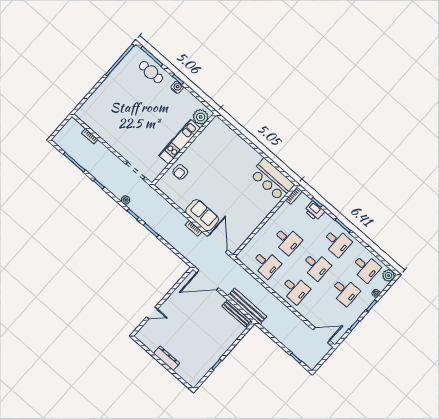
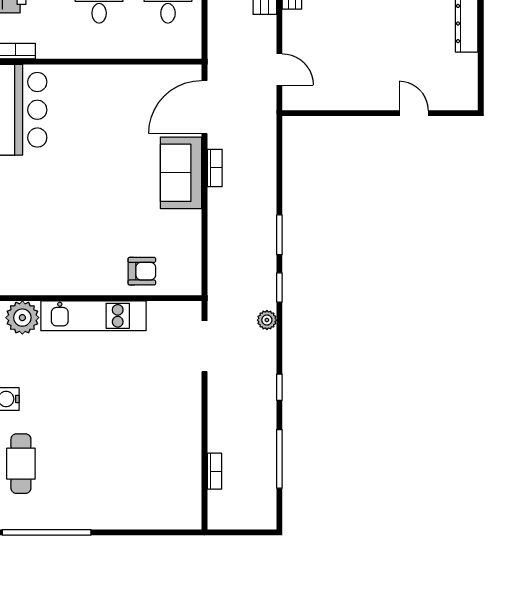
door: (208, 280) -> (279, 70), width x0.53

